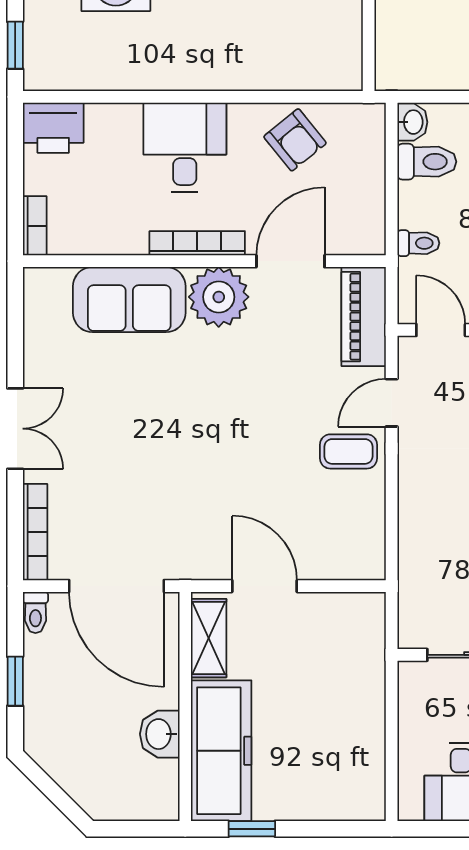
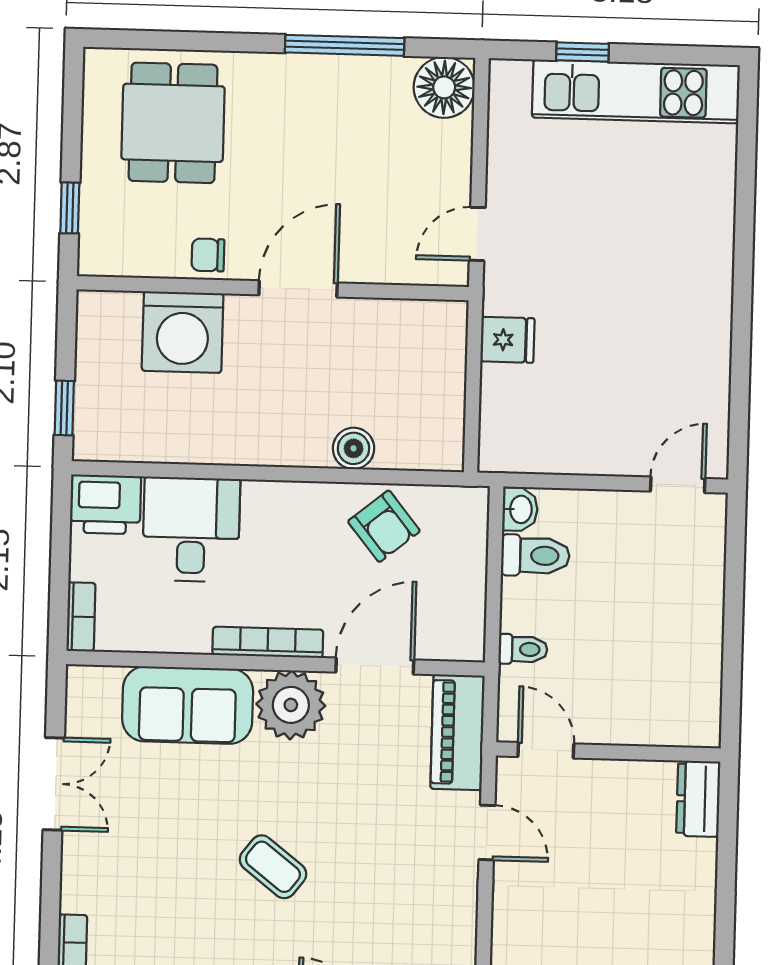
boiler: (267, 73) -> (354, 448), added
desk: (185, 147) -> (191, 529), moved
door: (392, 403) -> (487, 832), swing flipped
double door: (15, 429) -> (54, 784), moved
coffee table: (349, 451) -> (273, 867), moved, turned 38

